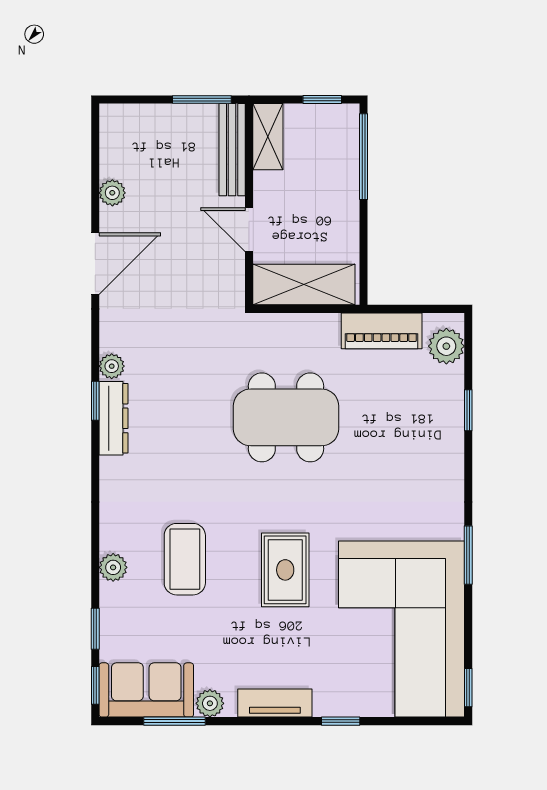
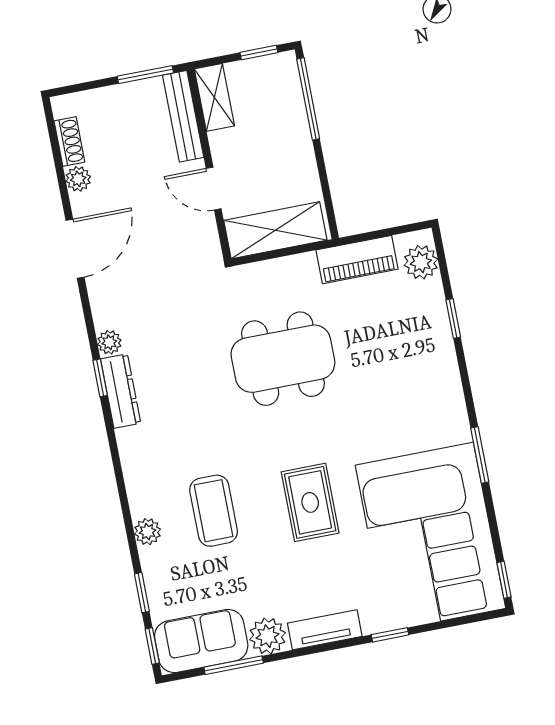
shoe rack: (111, 153) -> (69, 141), added
plant: (210, 703) -> (268, 636), width x1.38, depth x1.38

